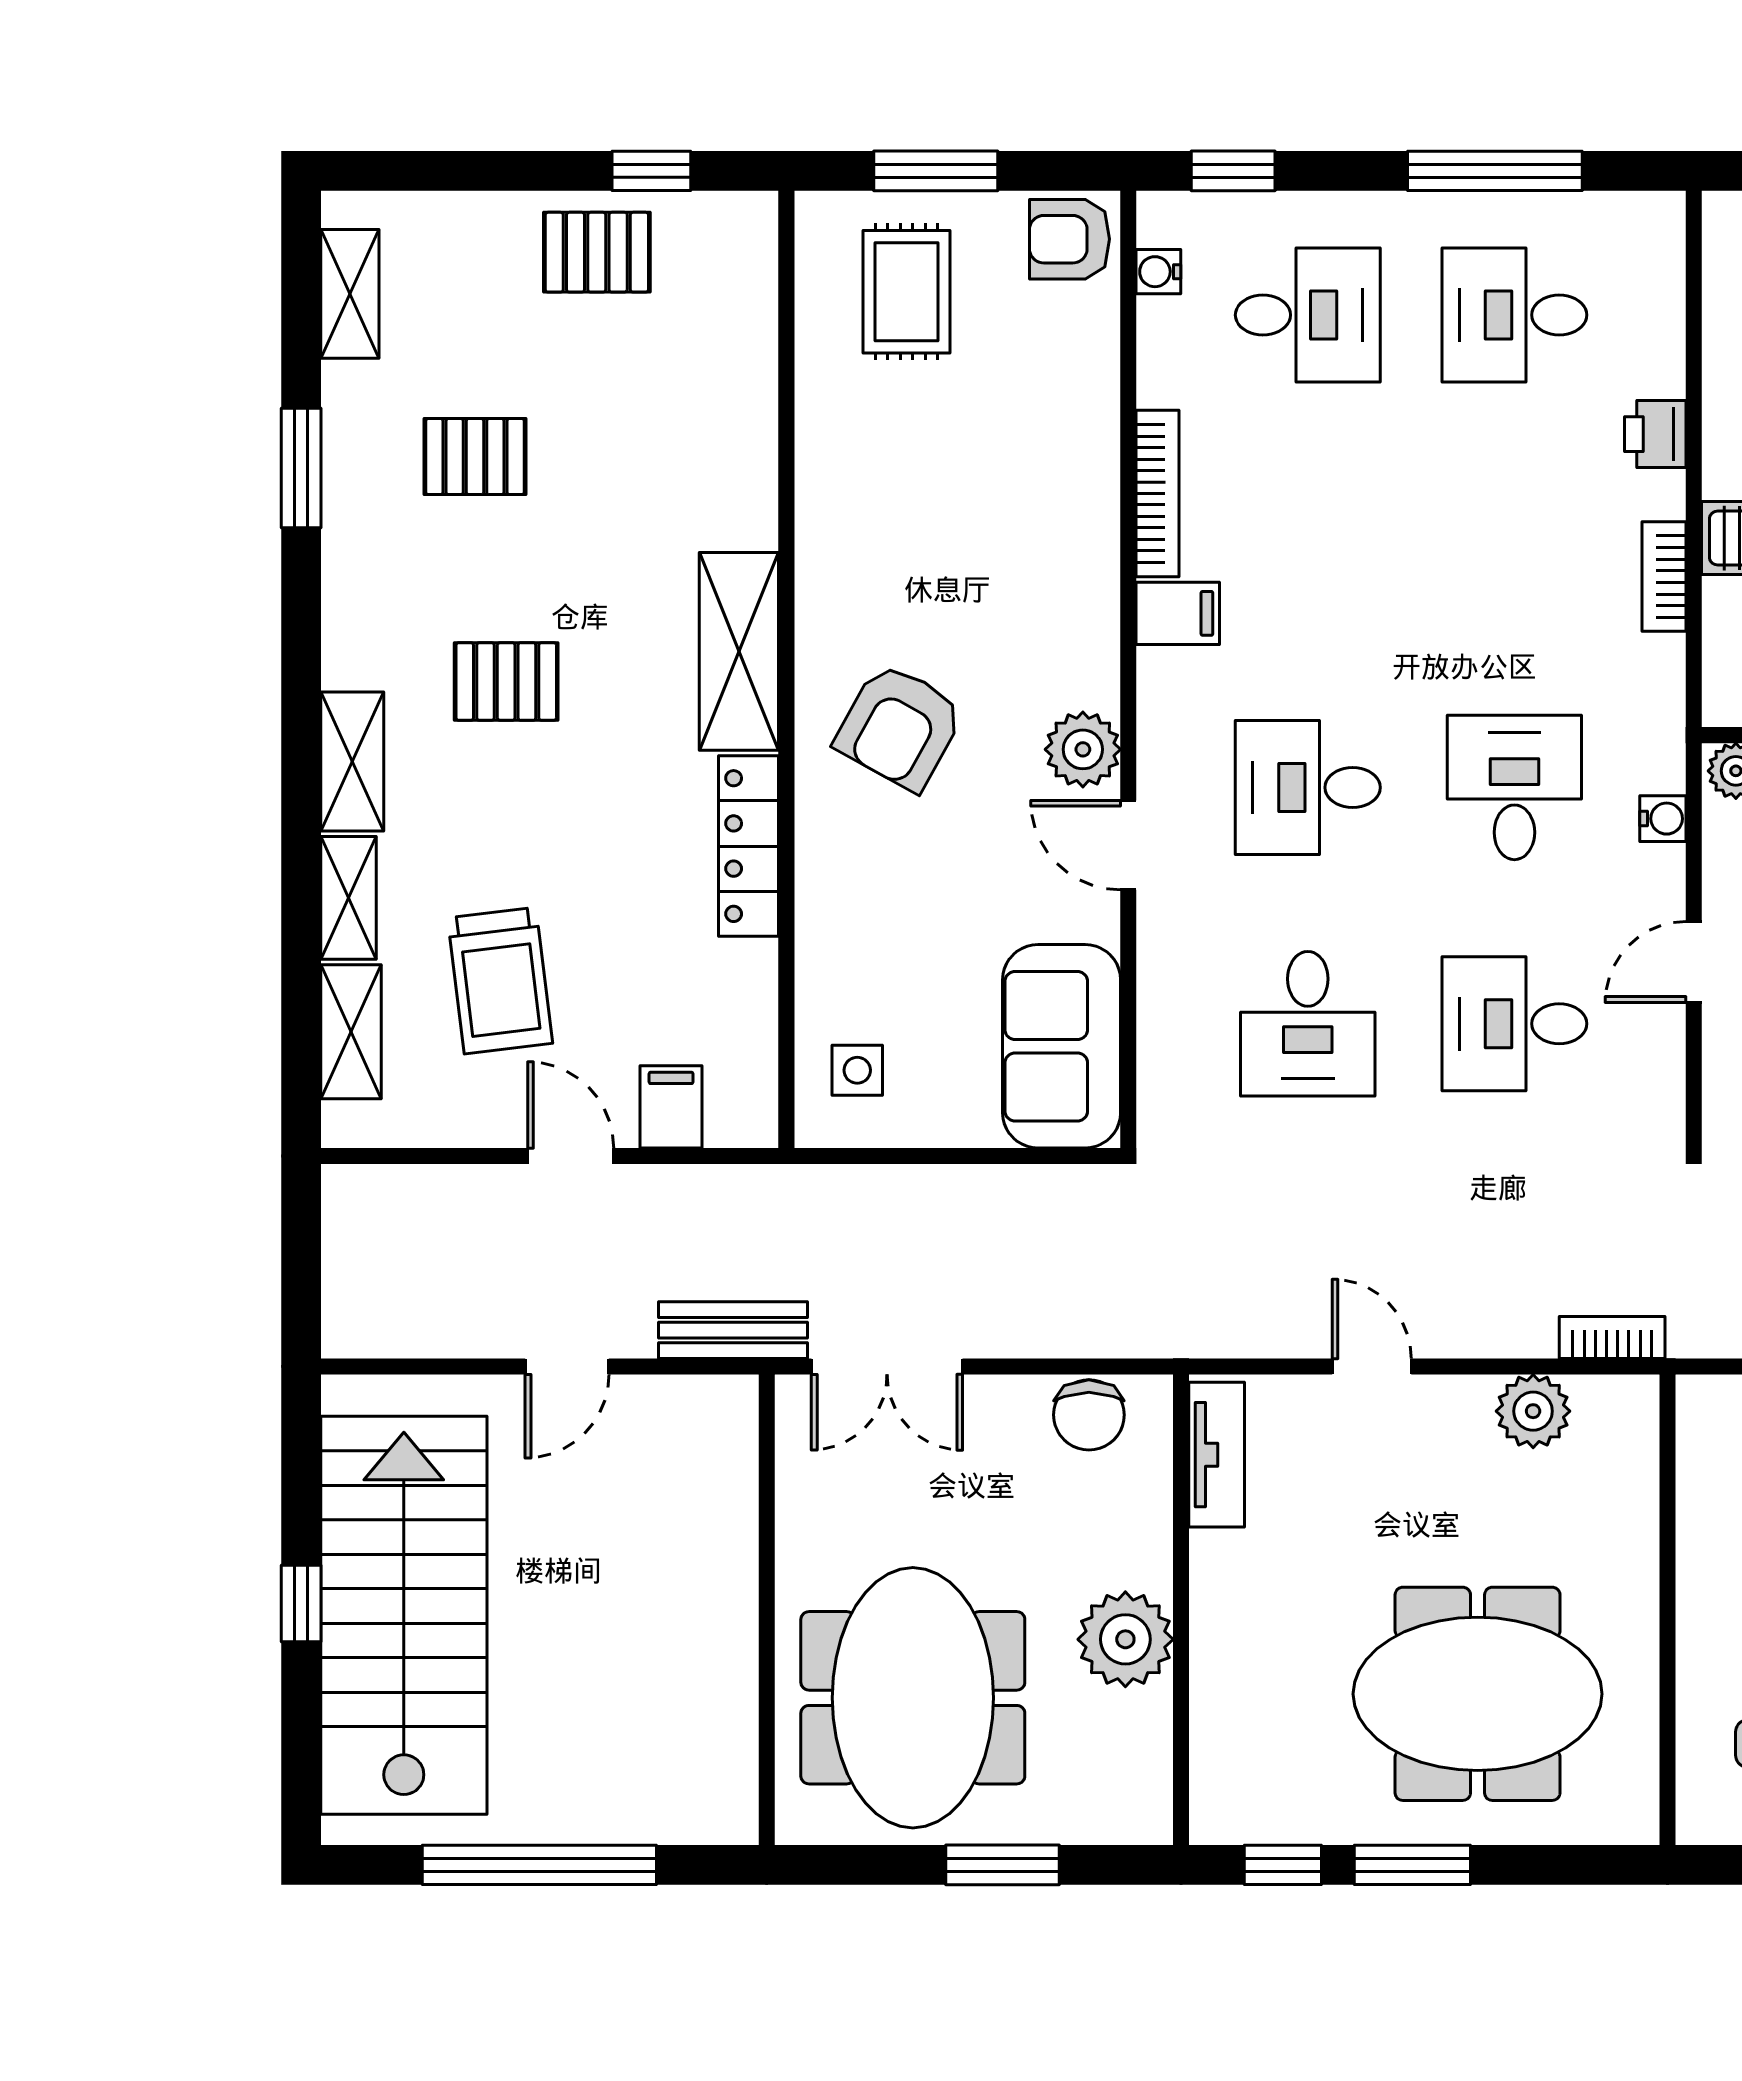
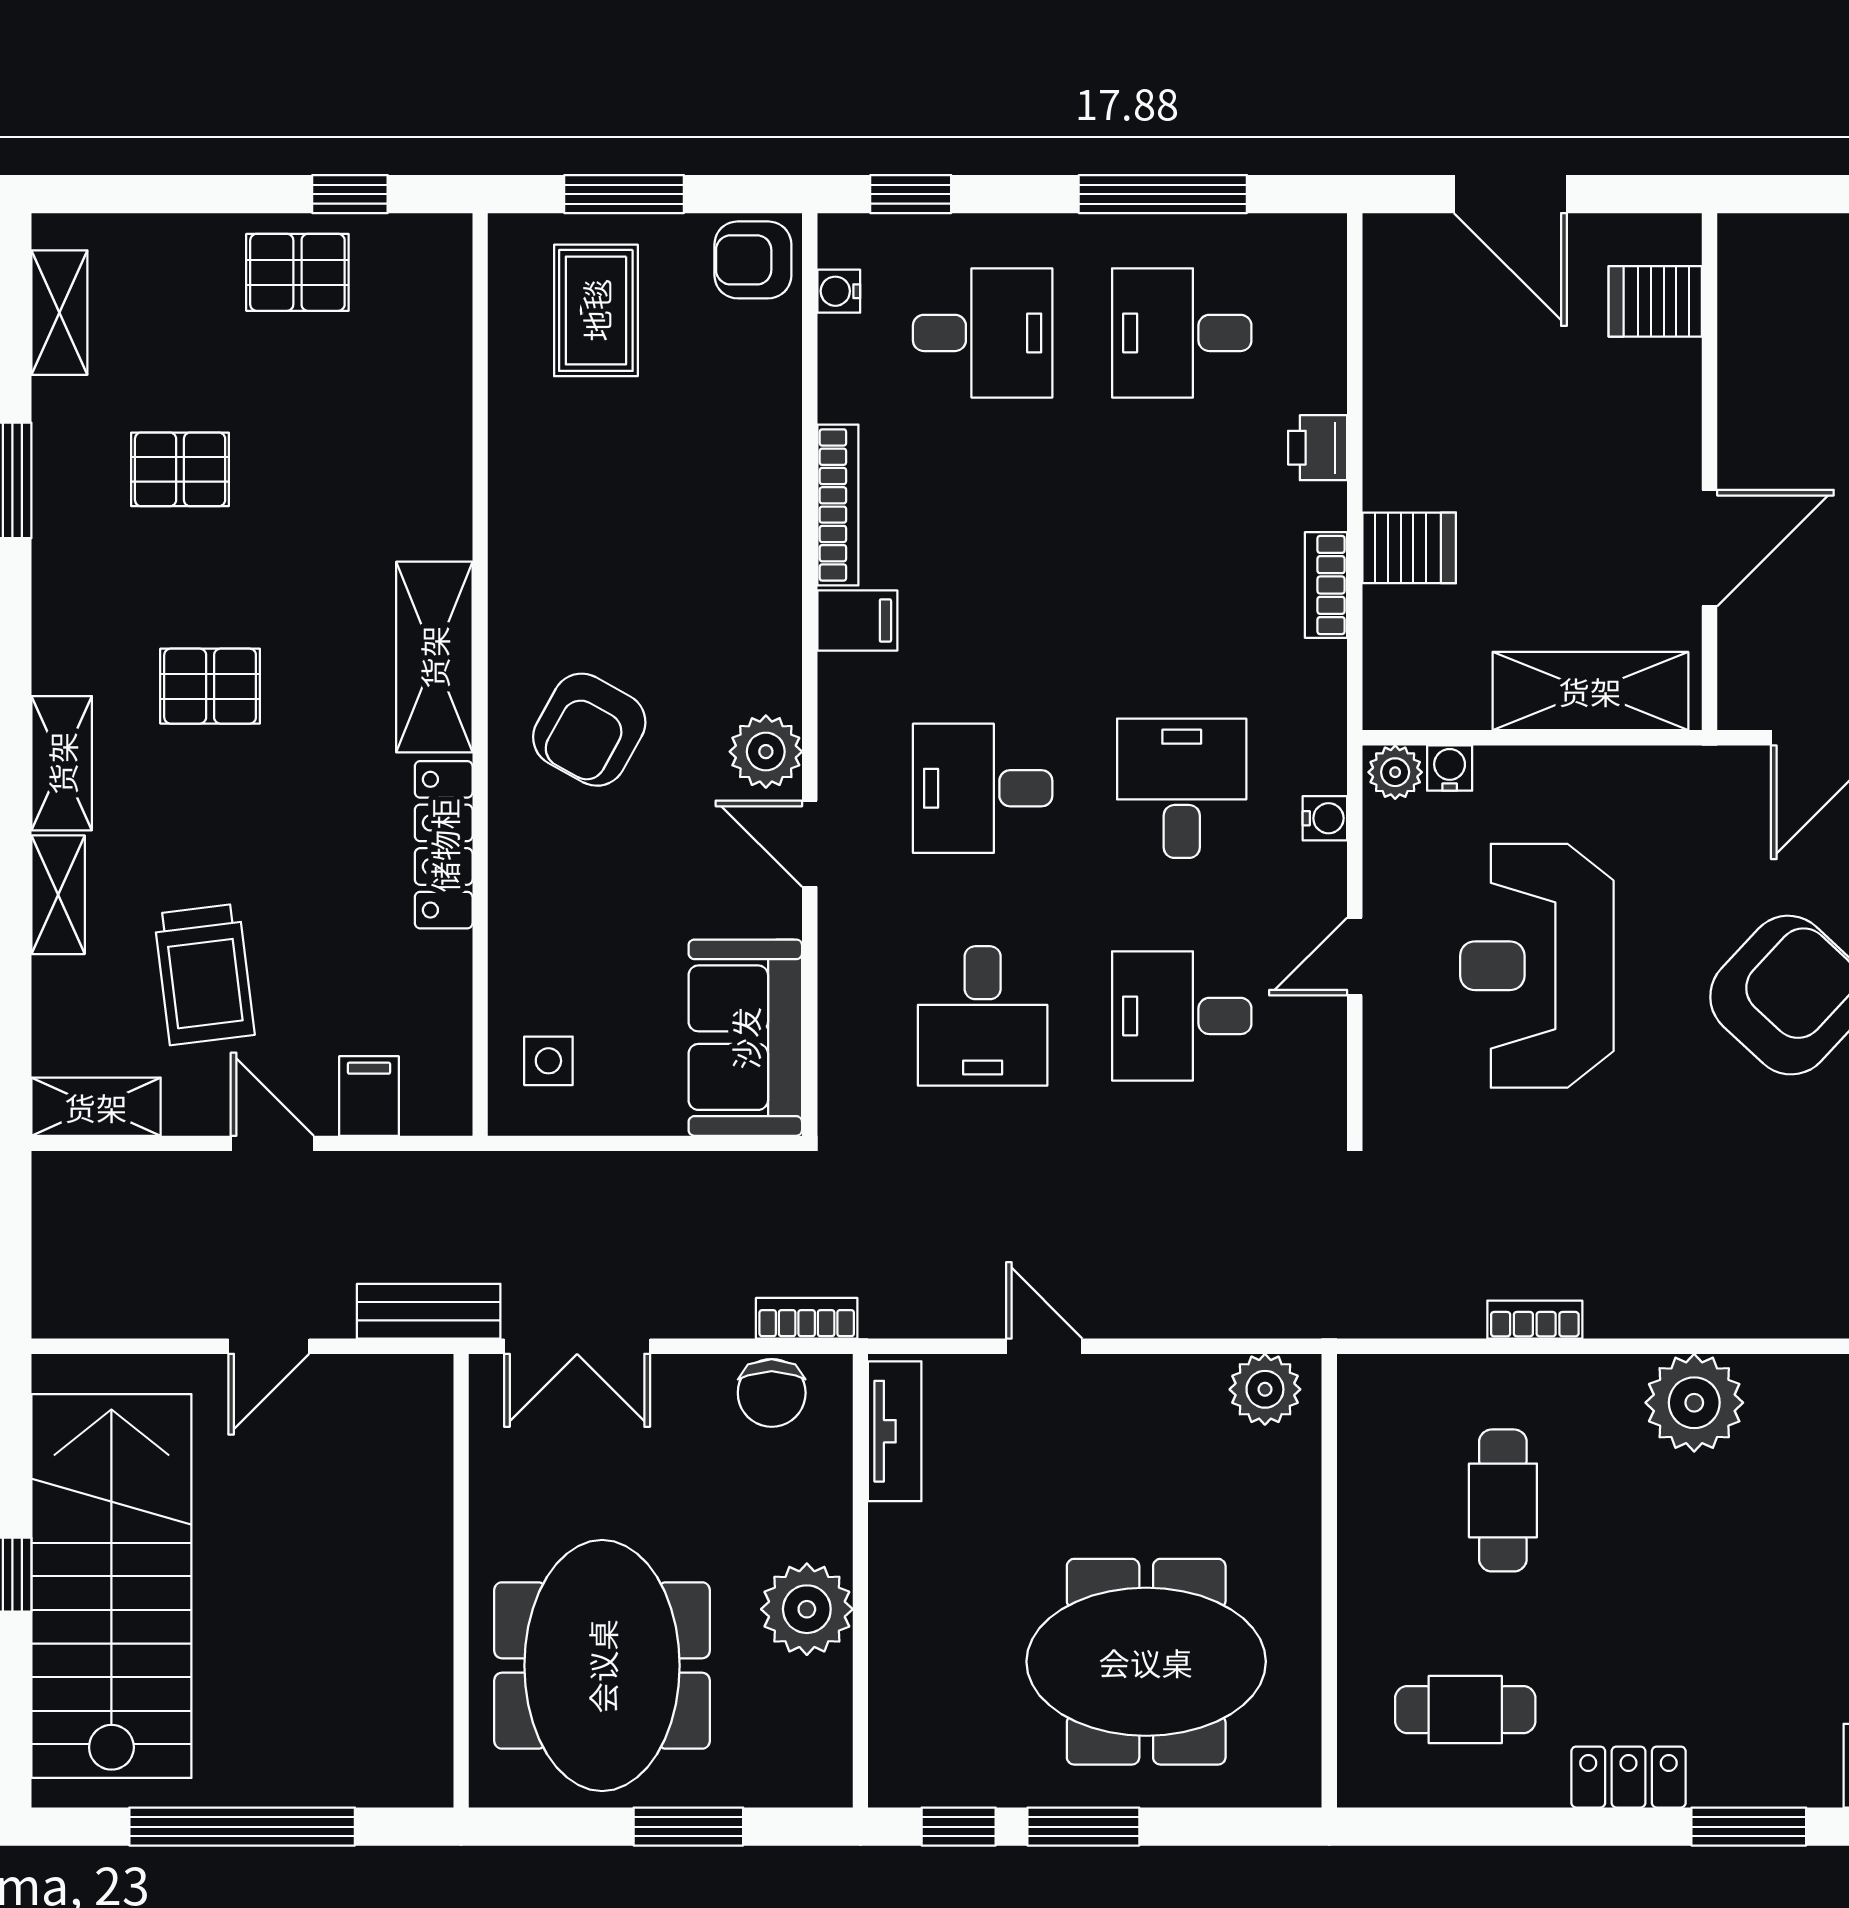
shelving: (351, 1032) -> (96, 1107), moved, turned 90
bookcase: (1612, 1337) -> (807, 1318), moved
plant: (1533, 1411) -> (1265, 1389), moved

